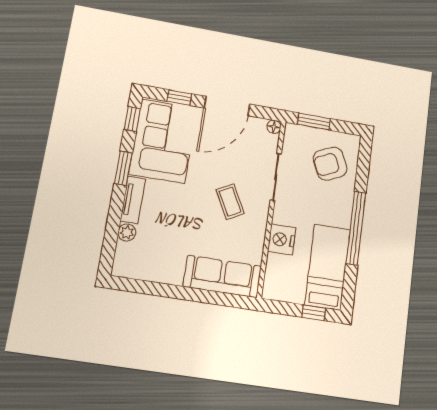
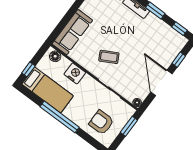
corner sofa: (163, 141) -> (159, 39), removed
armchair: (330, 164) -> (101, 122), turned -66
floor lamp: (272, 283) -> (55, 56), added

